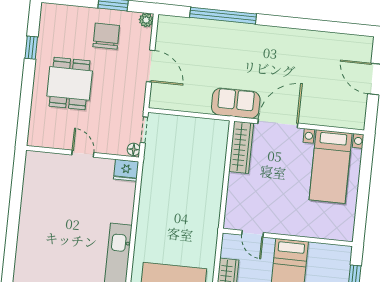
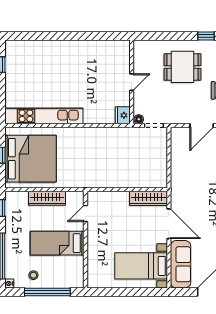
sofa: (236, 103) -> (181, 264), moved, width x1.36

